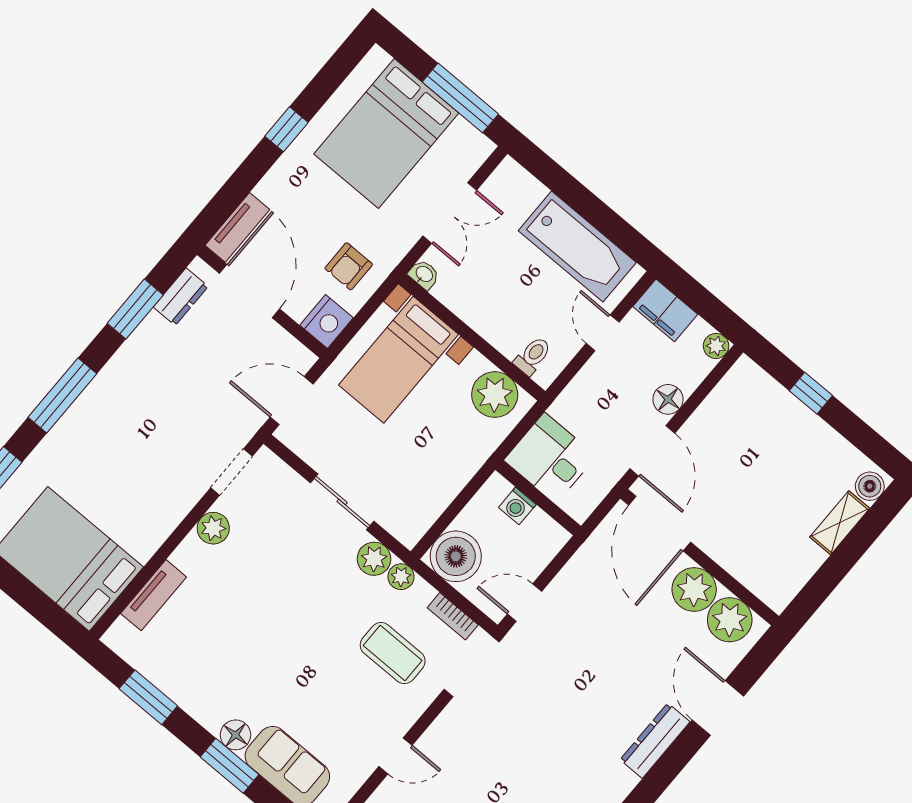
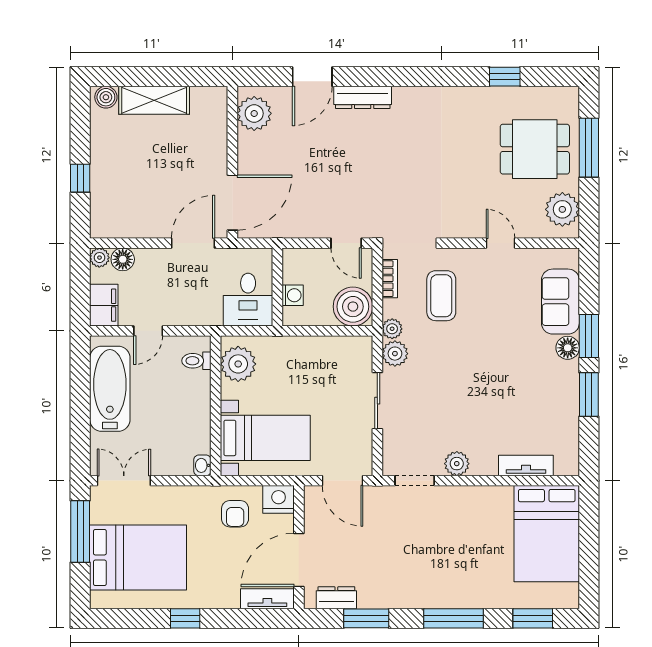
double door: (450, 213) -> (124, 481), moved
armchair: (349, 266) -> (235, 514), turned 90
floor lamp: (668, 399) -> (123, 259), moved
shelving: (840, 523) -> (154, 100), width x1.50, depth x1.33
plant: (694, 589) -> (254, 149), removed
window: (148, 697) -> (589, 395), moved

